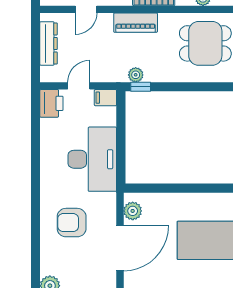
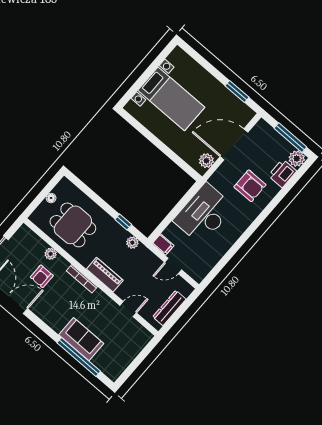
window: (141, 87) -> (123, 222), moved
printer: (51, 103) -> (282, 173), moved

